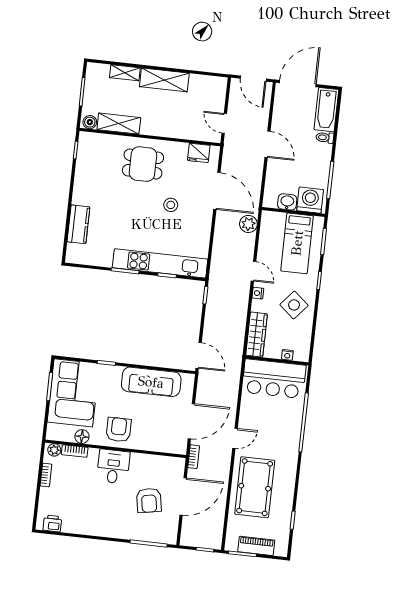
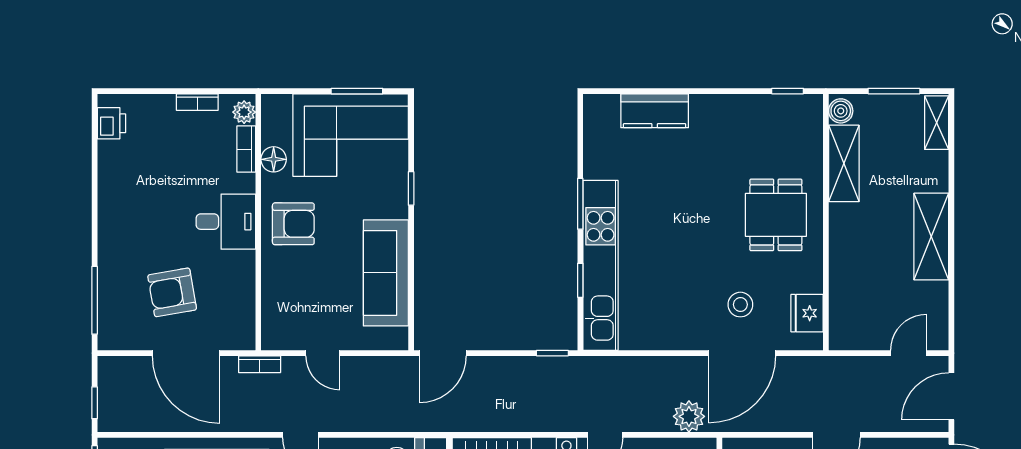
shelving: (125, 73) -> (937, 123), moved
door: (224, 123) -> (909, 353), moved
stool: (171, 205) -> (740, 305), moved
door: (191, 421) -> (323, 353), width x0.53

